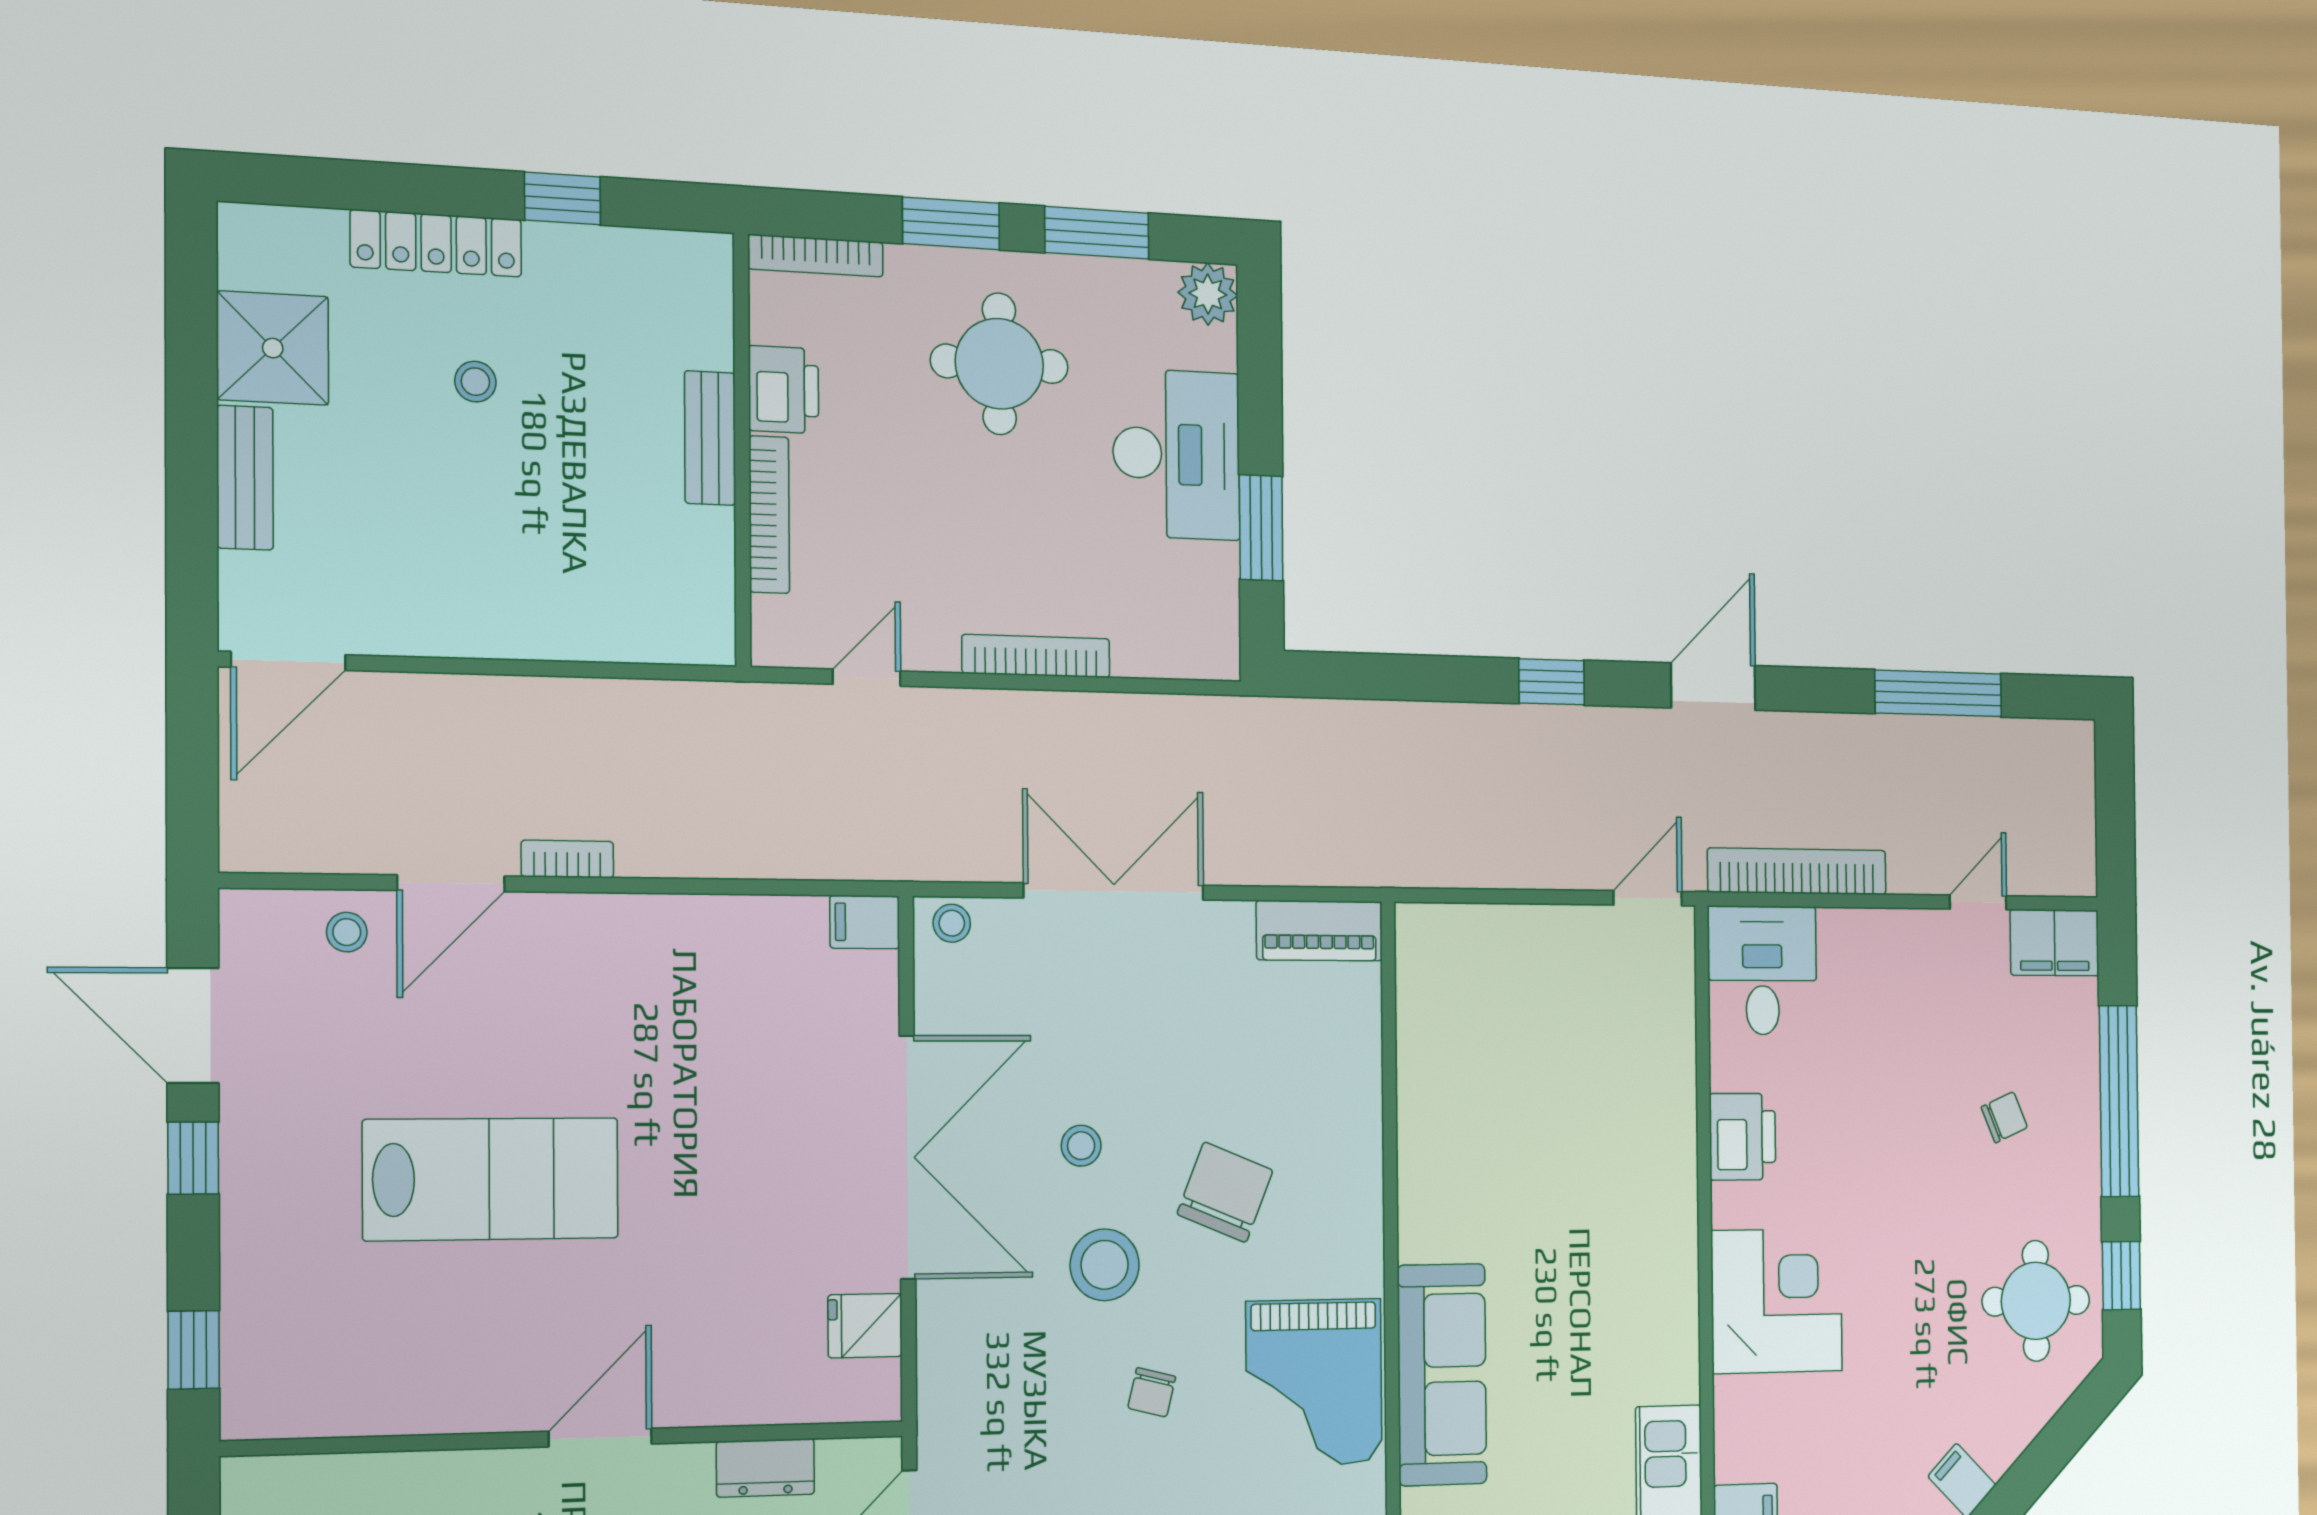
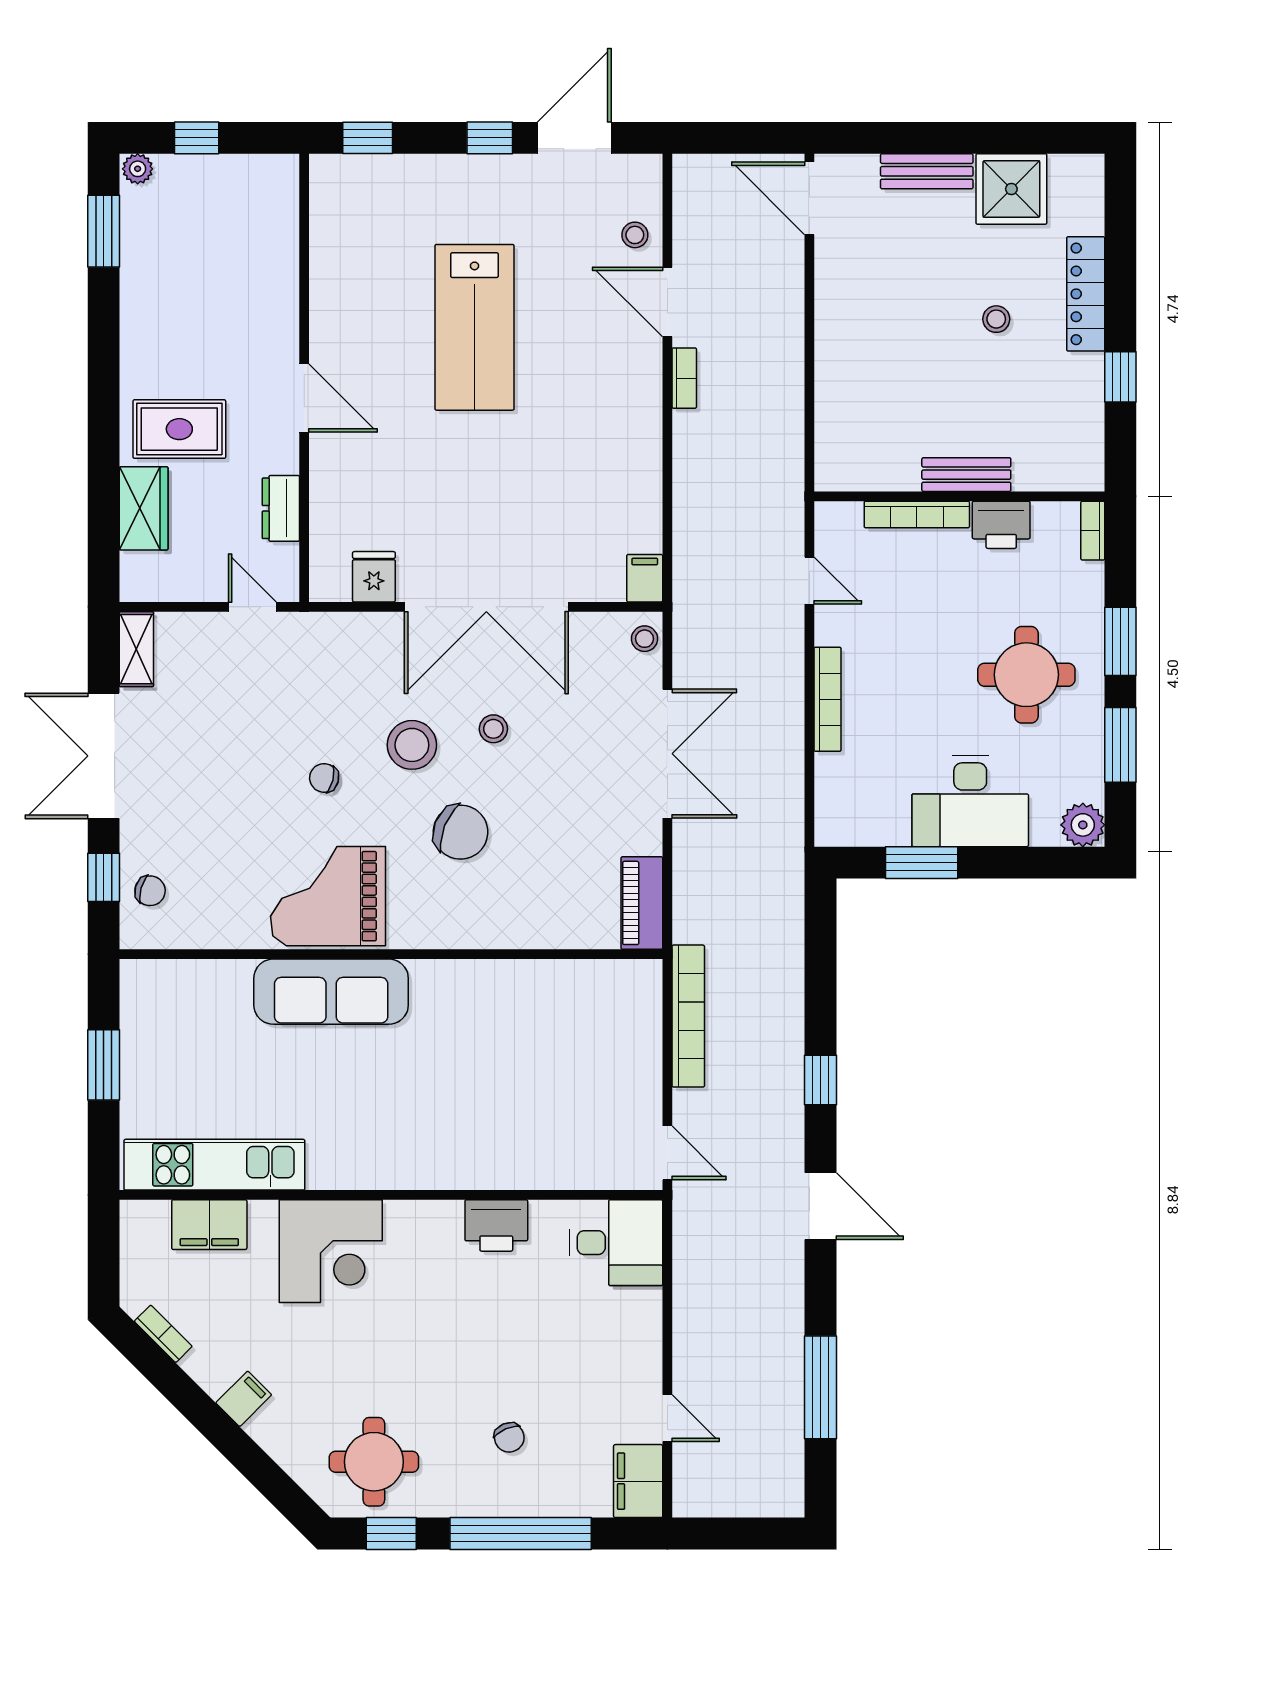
bookcase: (816, 256) -> (1093, 531), width x0.64
bookcase: (1797, 871) -> (688, 1016), moved
corner desk: (1777, 1301) -> (331, 1251), moved

